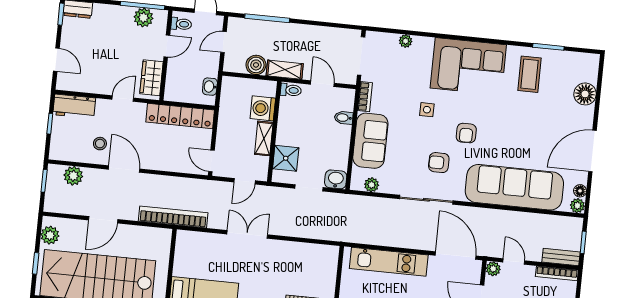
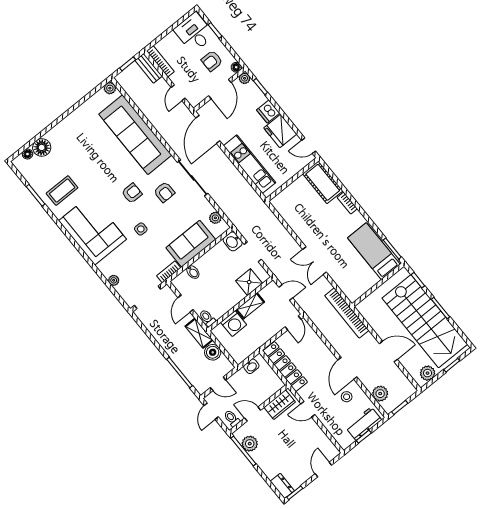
workbench: (74, 106) -> (364, 424), moved, turned -90
door: (592, 151) -> (70, 111), removed
floor lamp: (580, 191) -> (27, 154), moved
plant: (493, 269) -> (194, 100), removed

